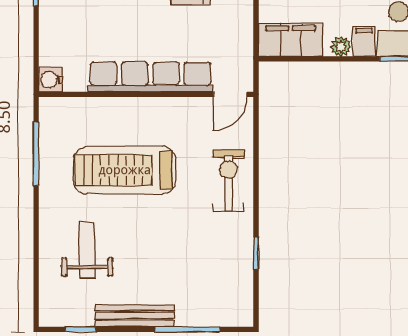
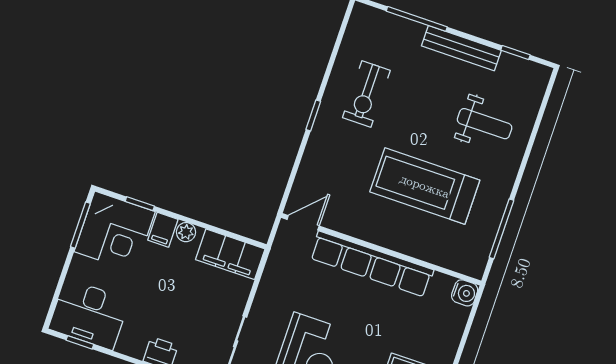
treadmill: (125, 170) -> (425, 186), turned 180
exercise bike: (228, 181) -> (366, 94), moved
weight bench: (87, 250) -> (485, 124), turned -90
window: (256, 253) -> (313, 115), moved

